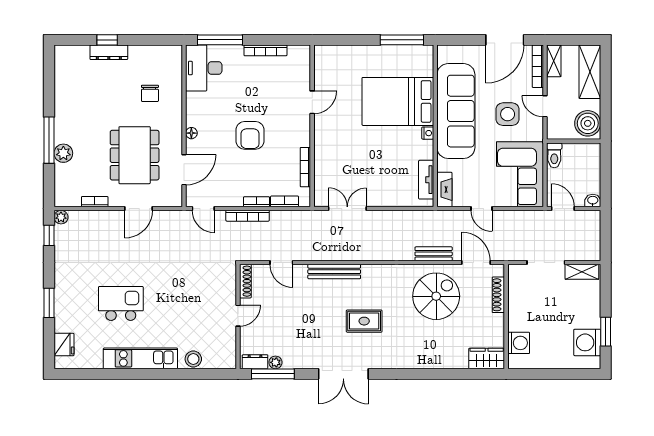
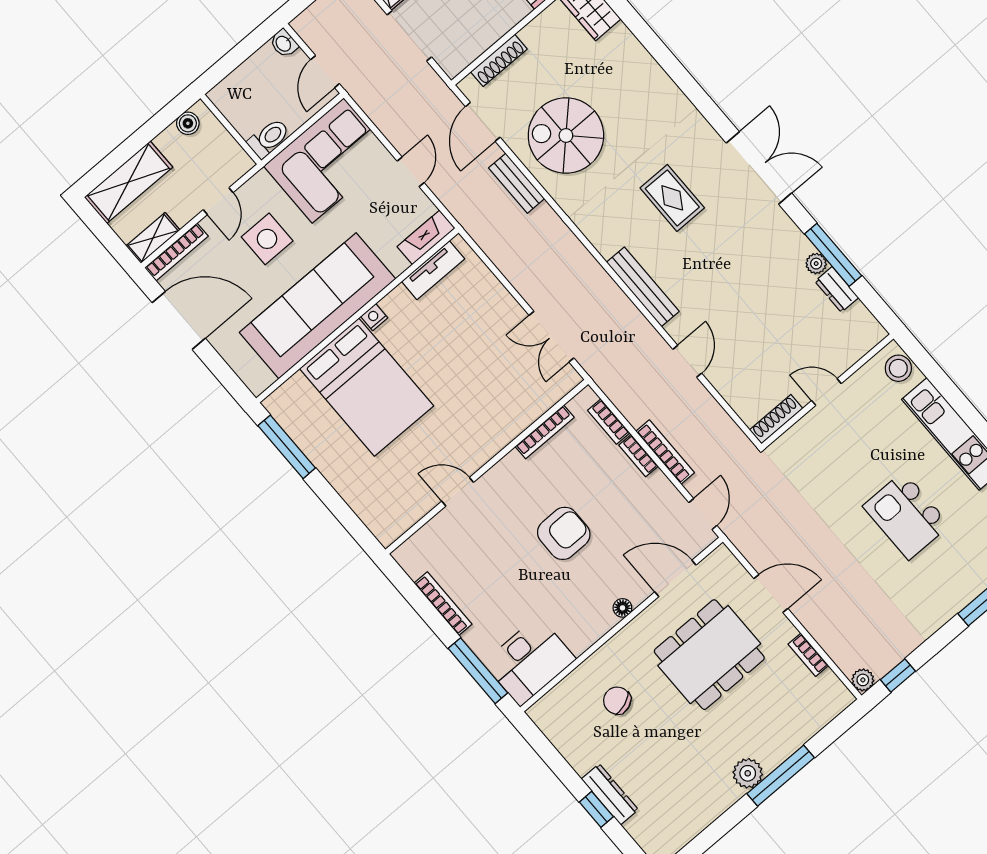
chair: (150, 93) -> (617, 701), turned -111
boiler: (588, 123) -> (188, 123), width x0.54, depth x0.54
plant: (63, 153) -> (748, 773), moved
shoe rack: (245, 281) -> (776, 419), moved
door: (238, 316) -> (826, 392), moved
wall: (238, 317) -> (828, 391), moved

